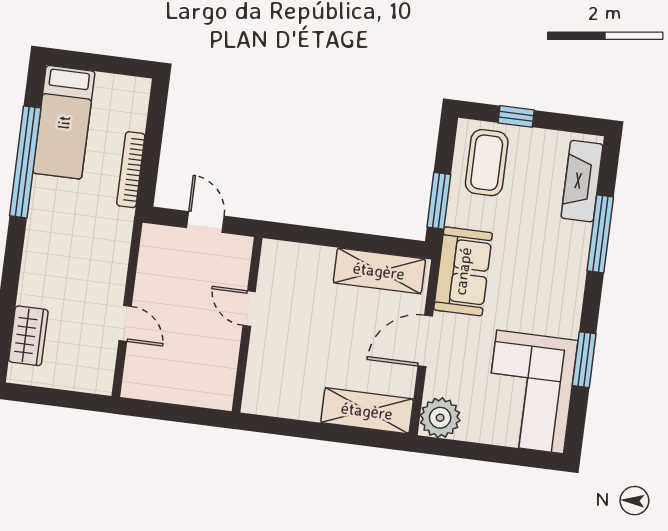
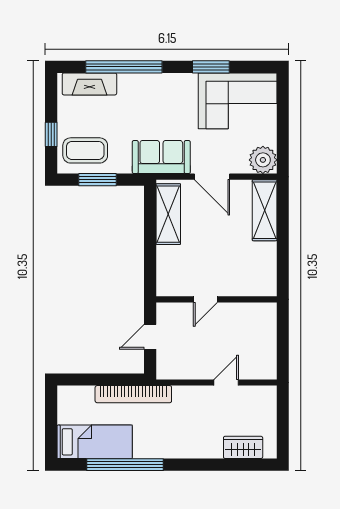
bookcase: (131, 170) -> (133, 394), width x1.48, depth x1.31
window: (439, 201) -> (98, 180), moved
window: (600, 234) -> (124, 67), width x1.46

